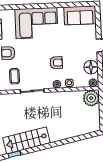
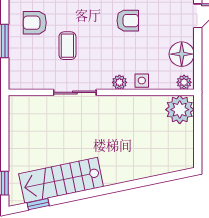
armchair: (56, 63) -> (128, 21), moved
coffee table: (14, 76) -> (67, 46), moved

